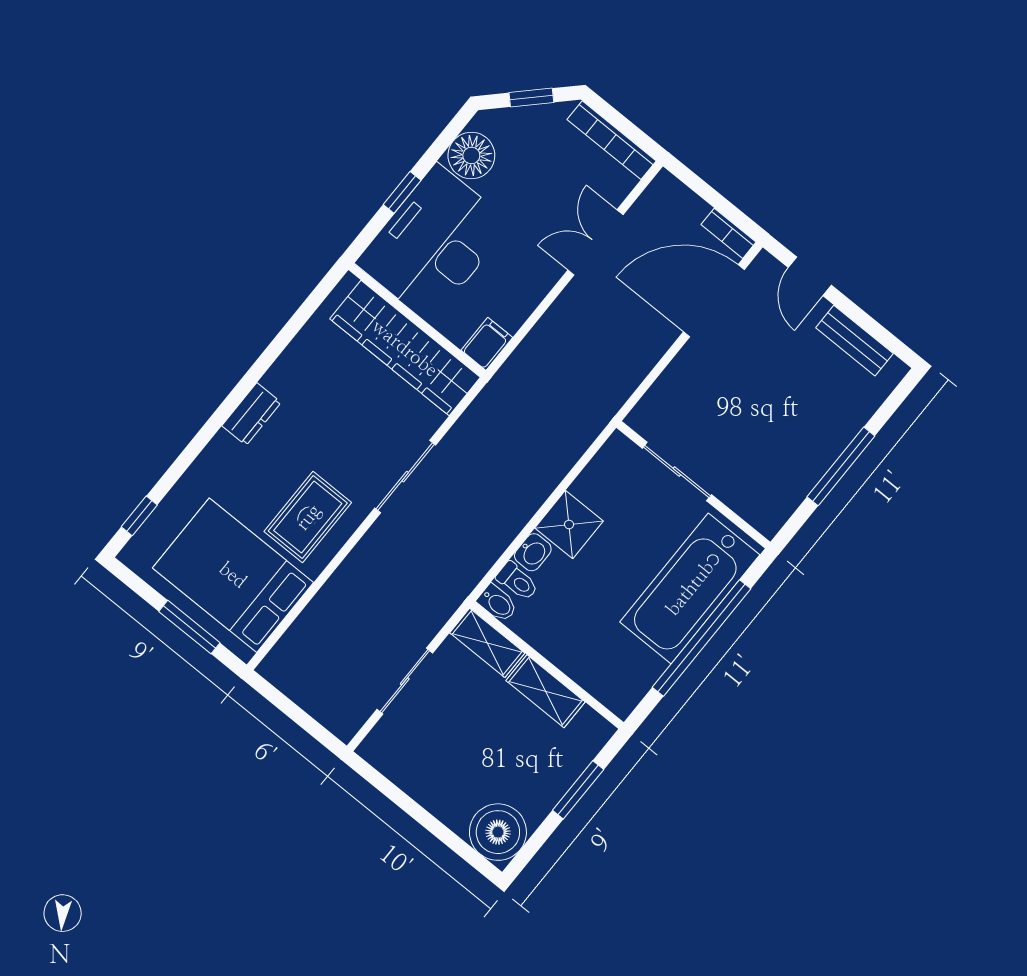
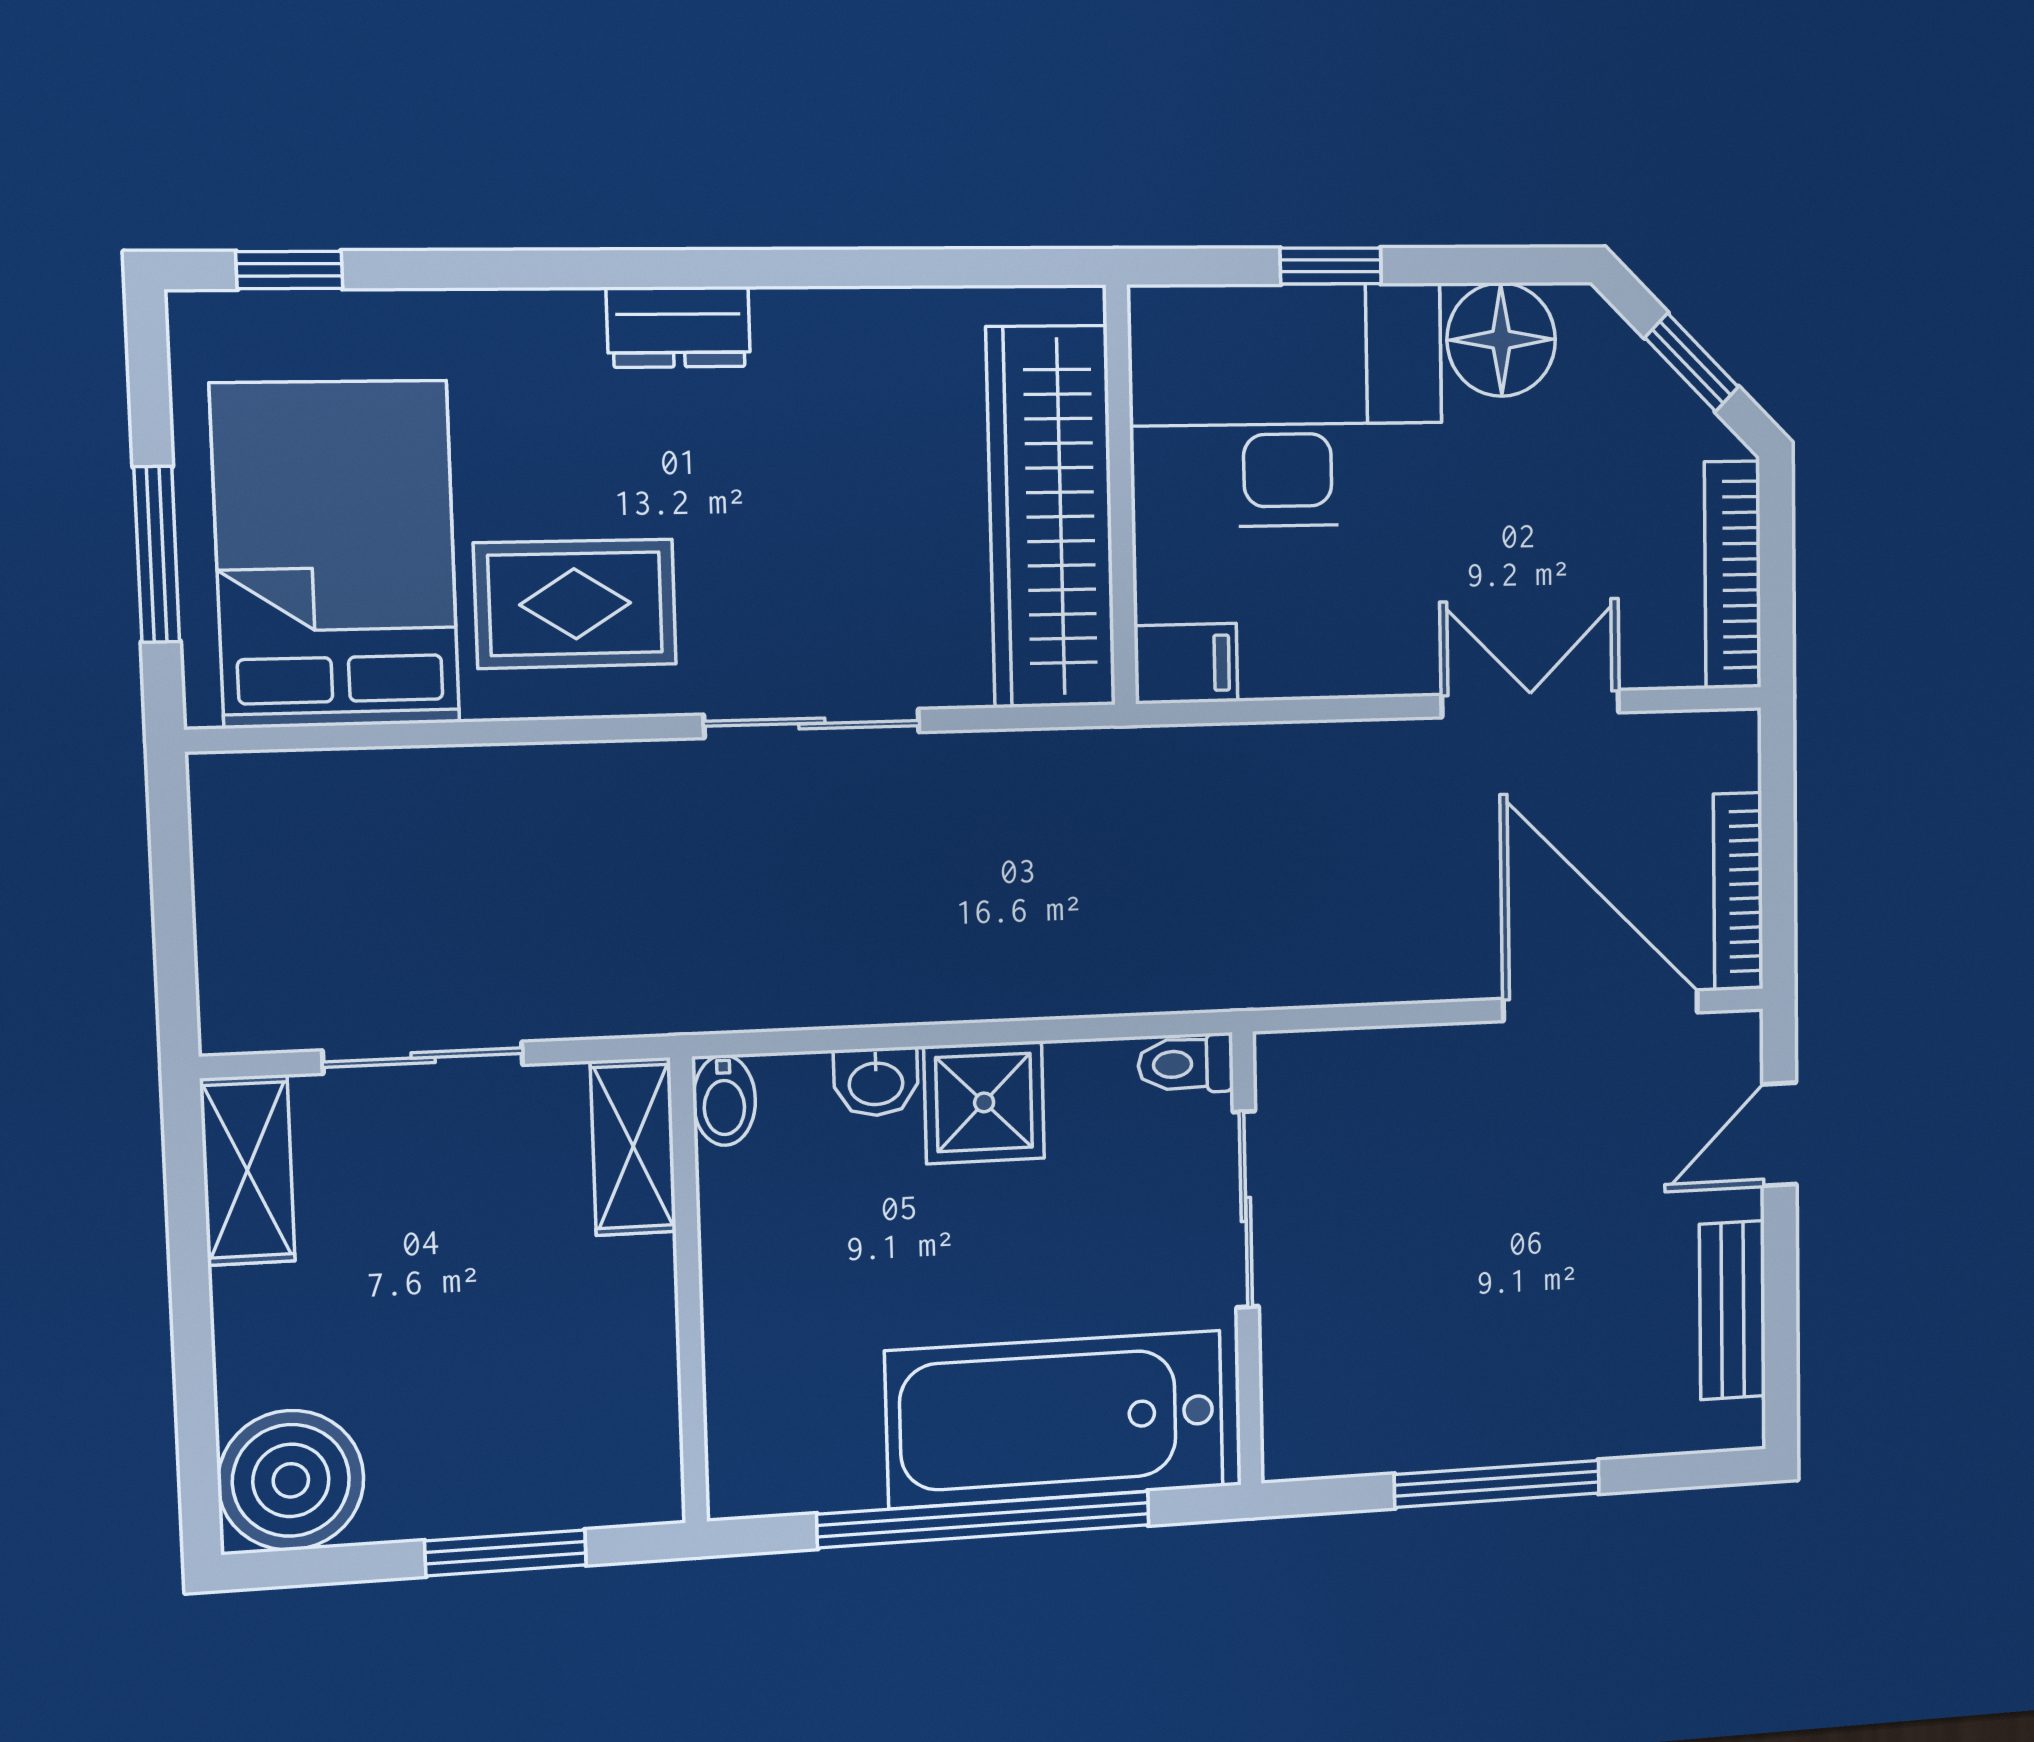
bookcase: (729, 233) -> (1738, 892), width x1.56
toilet: (517, 581) -> (1186, 1064), moved, turned 90
shelving: (545, 691) -> (247, 1170), moved

